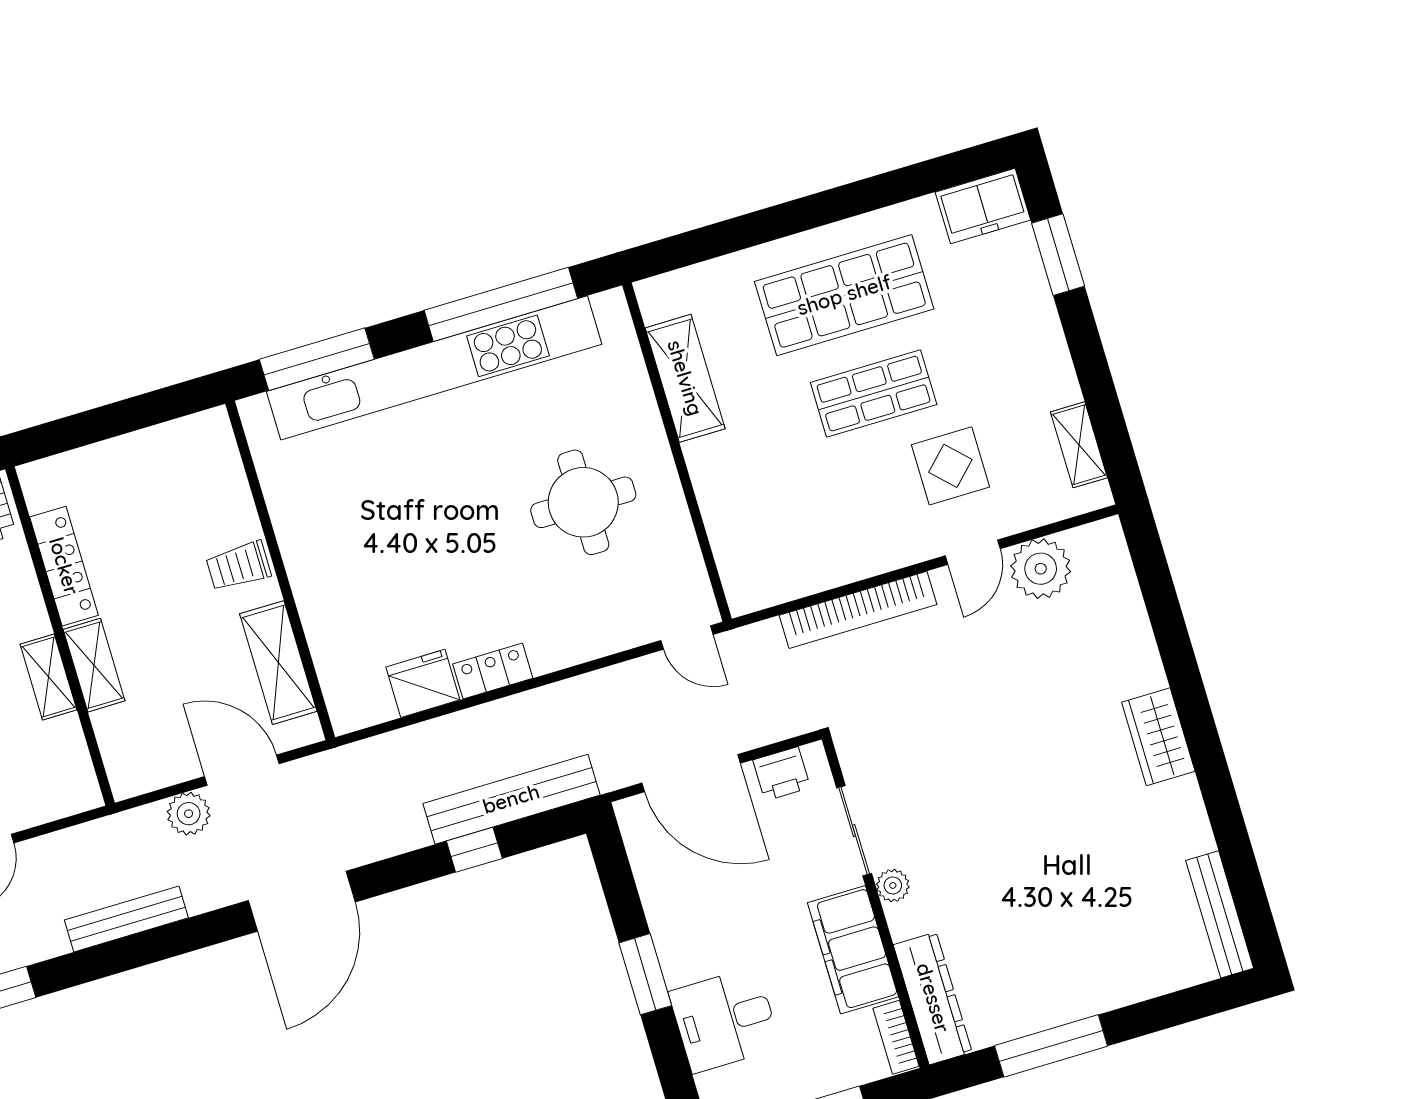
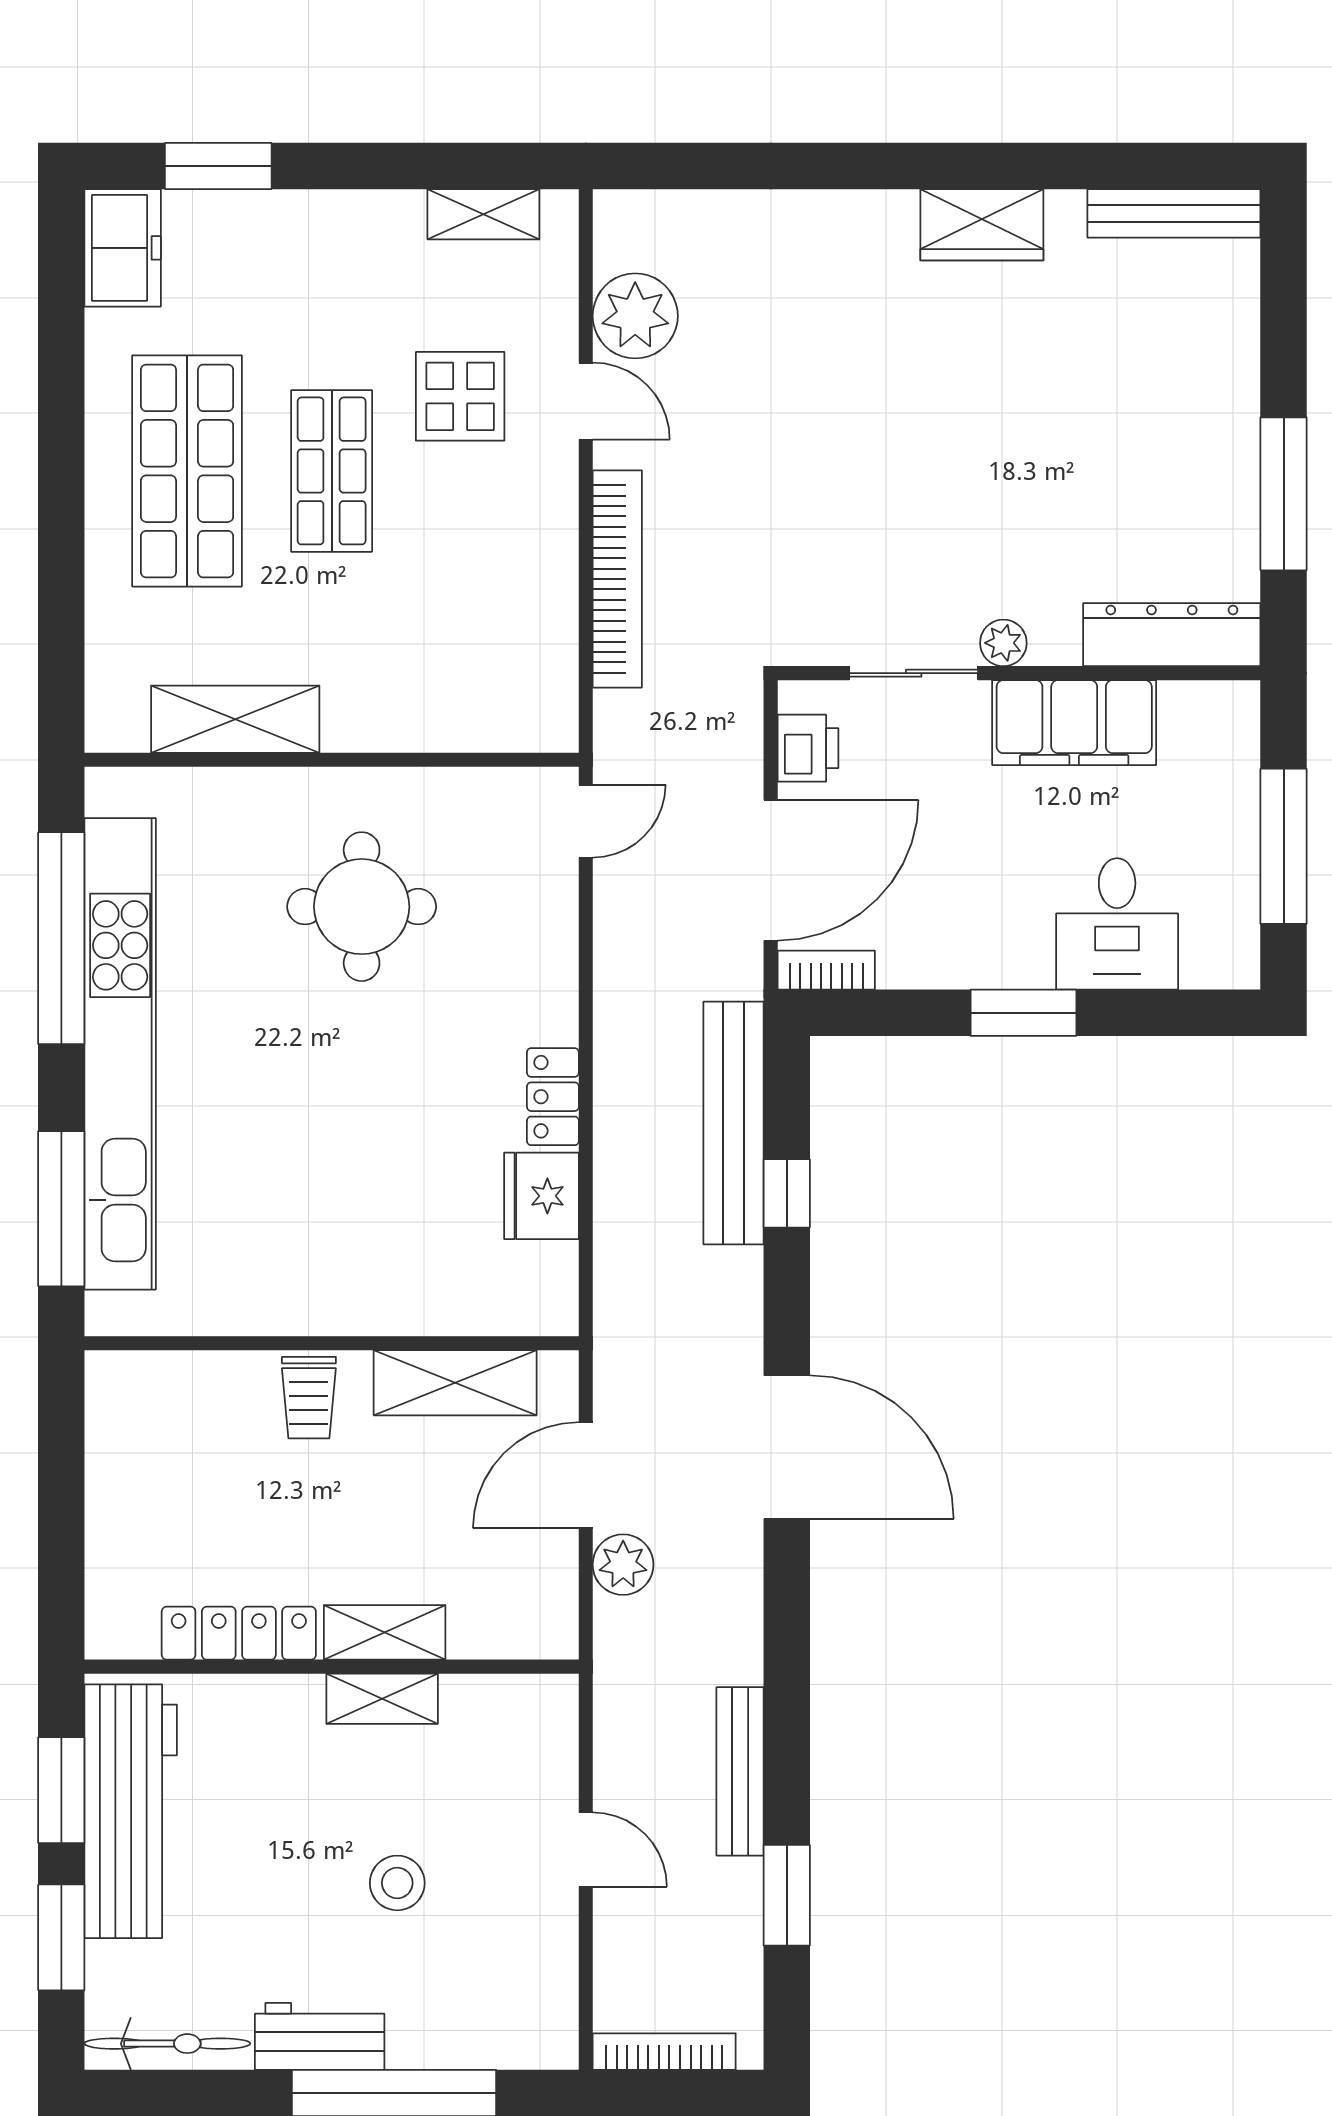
wardrobe: (1158, 737) -> (982, 225), moved
bench: (126, 919) -> (740, 1771), moved
bookcase: (896, 1037) -> (826, 970), moved, turned 180

